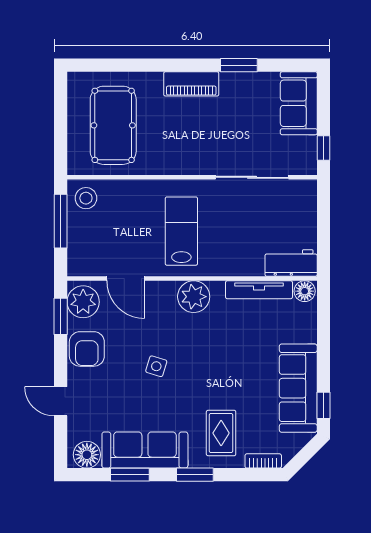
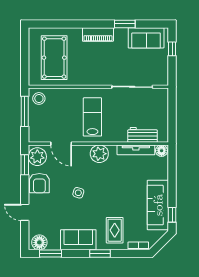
sofa: (299, 103) -> (146, 38), moved, turned -90
window: (324, 148) -> (172, 49), moved
workbench: (291, 263) -> (143, 135), moved
sofa: (145, 450) -> (78, 240), width x0.73
window: (130, 475) -> (50, 254), moved

